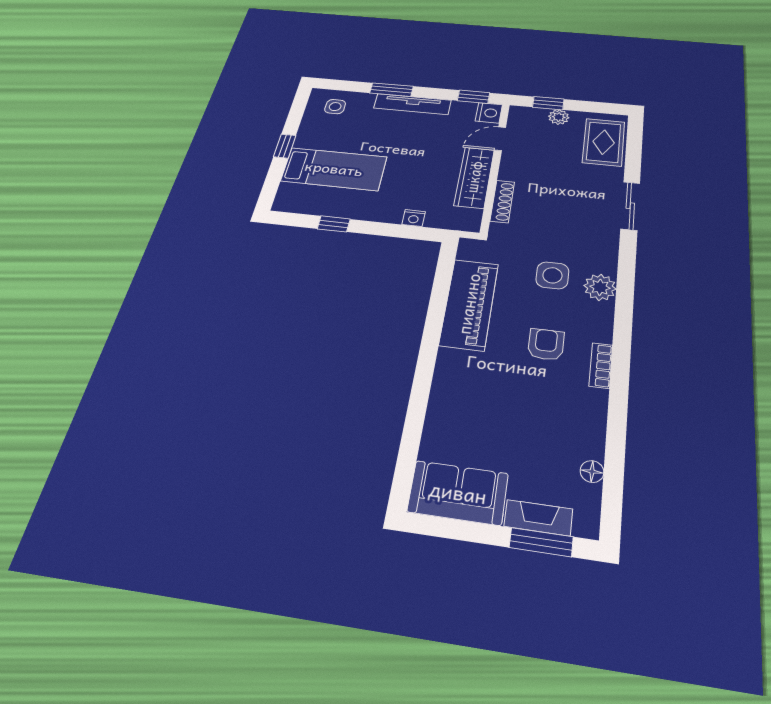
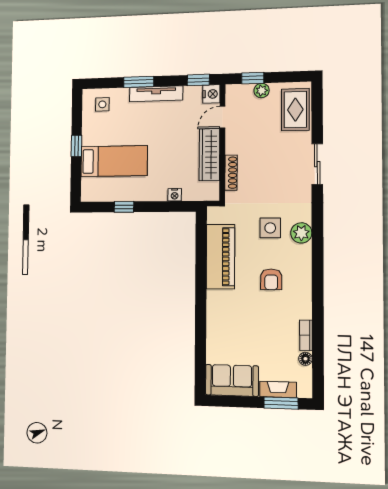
armchair: (546, 344) -> (271, 279), turned 180
bookcase: (601, 365) -> (306, 335), moved

